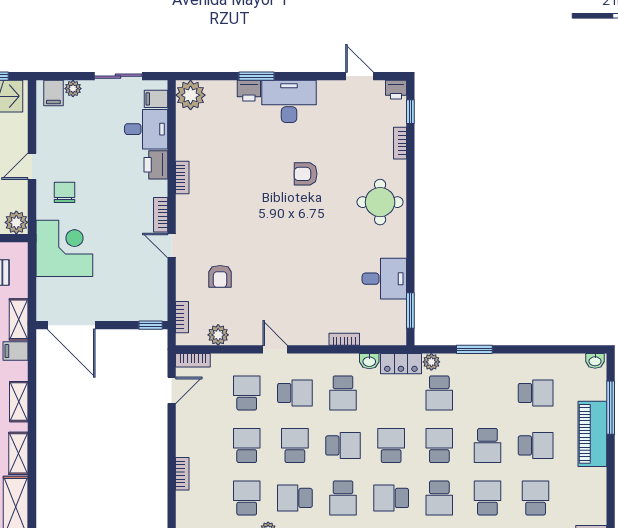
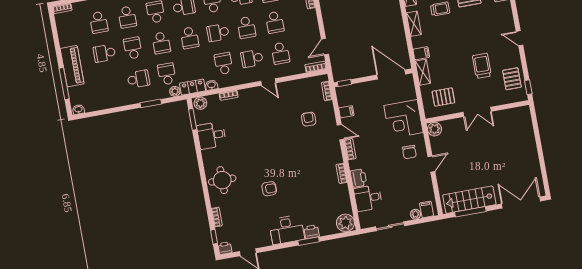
filing cabinet: (156, 99) -> (346, 112), moved
plant: (218, 335) -> (200, 103), moved
school desk: (536, 393) -> (138, 79), moved, turned 180

